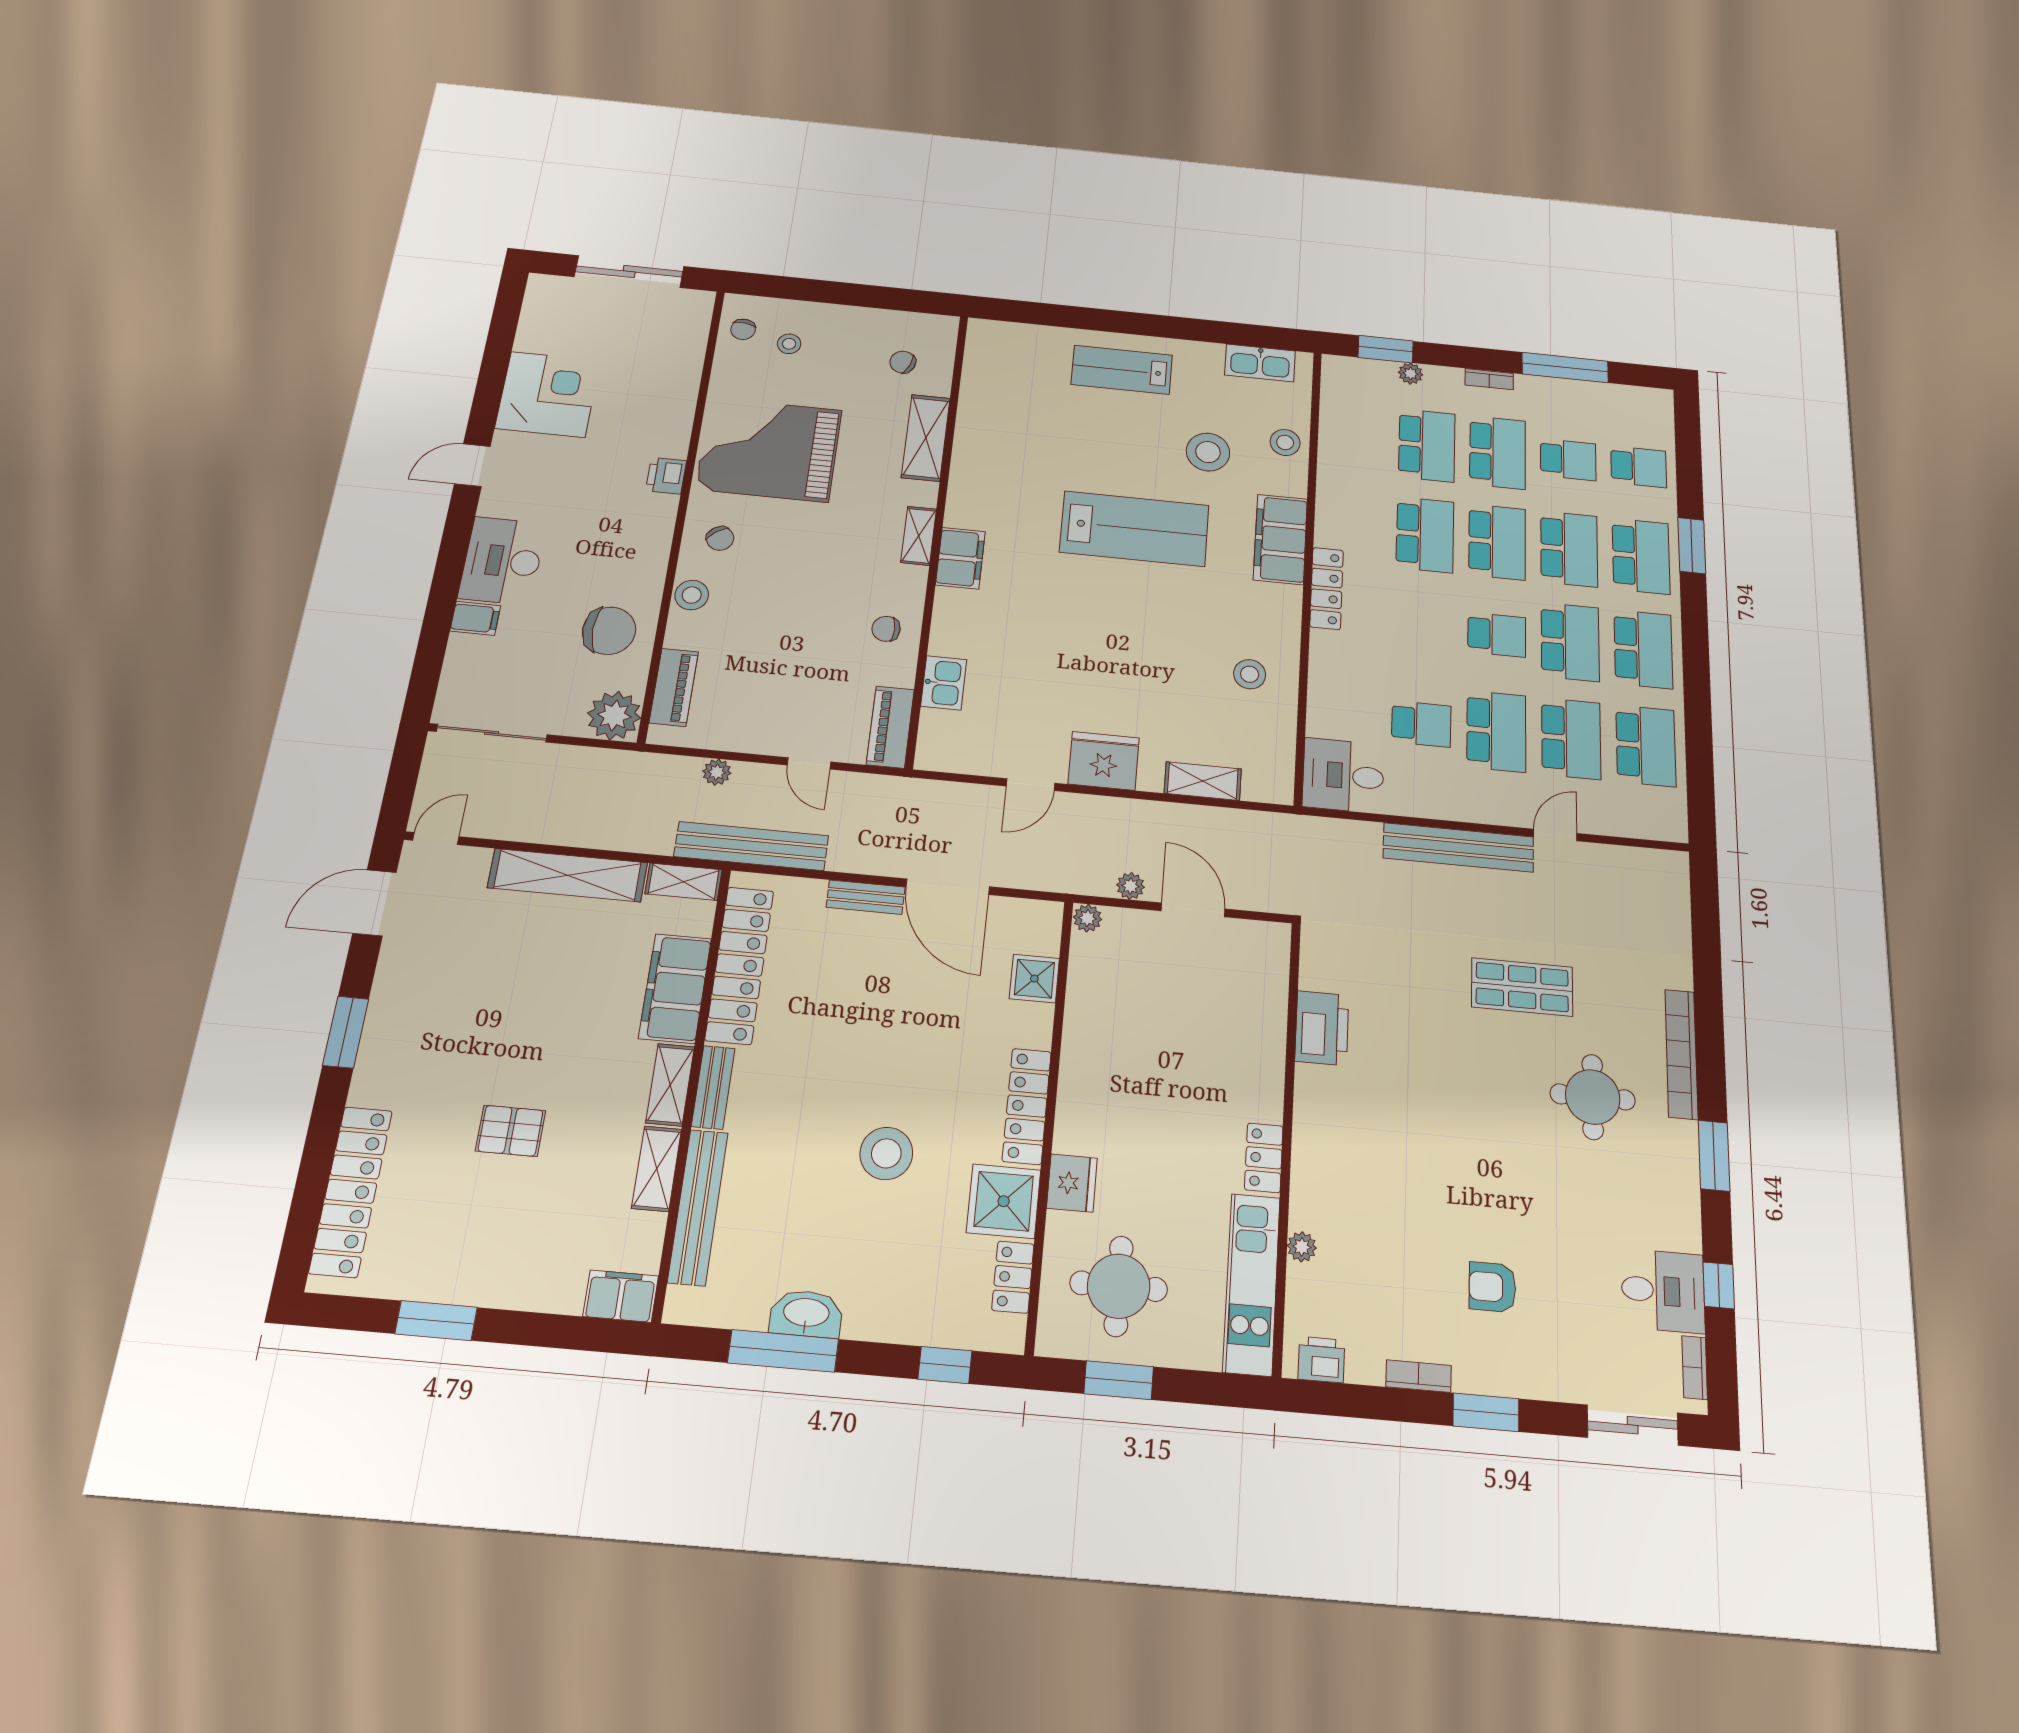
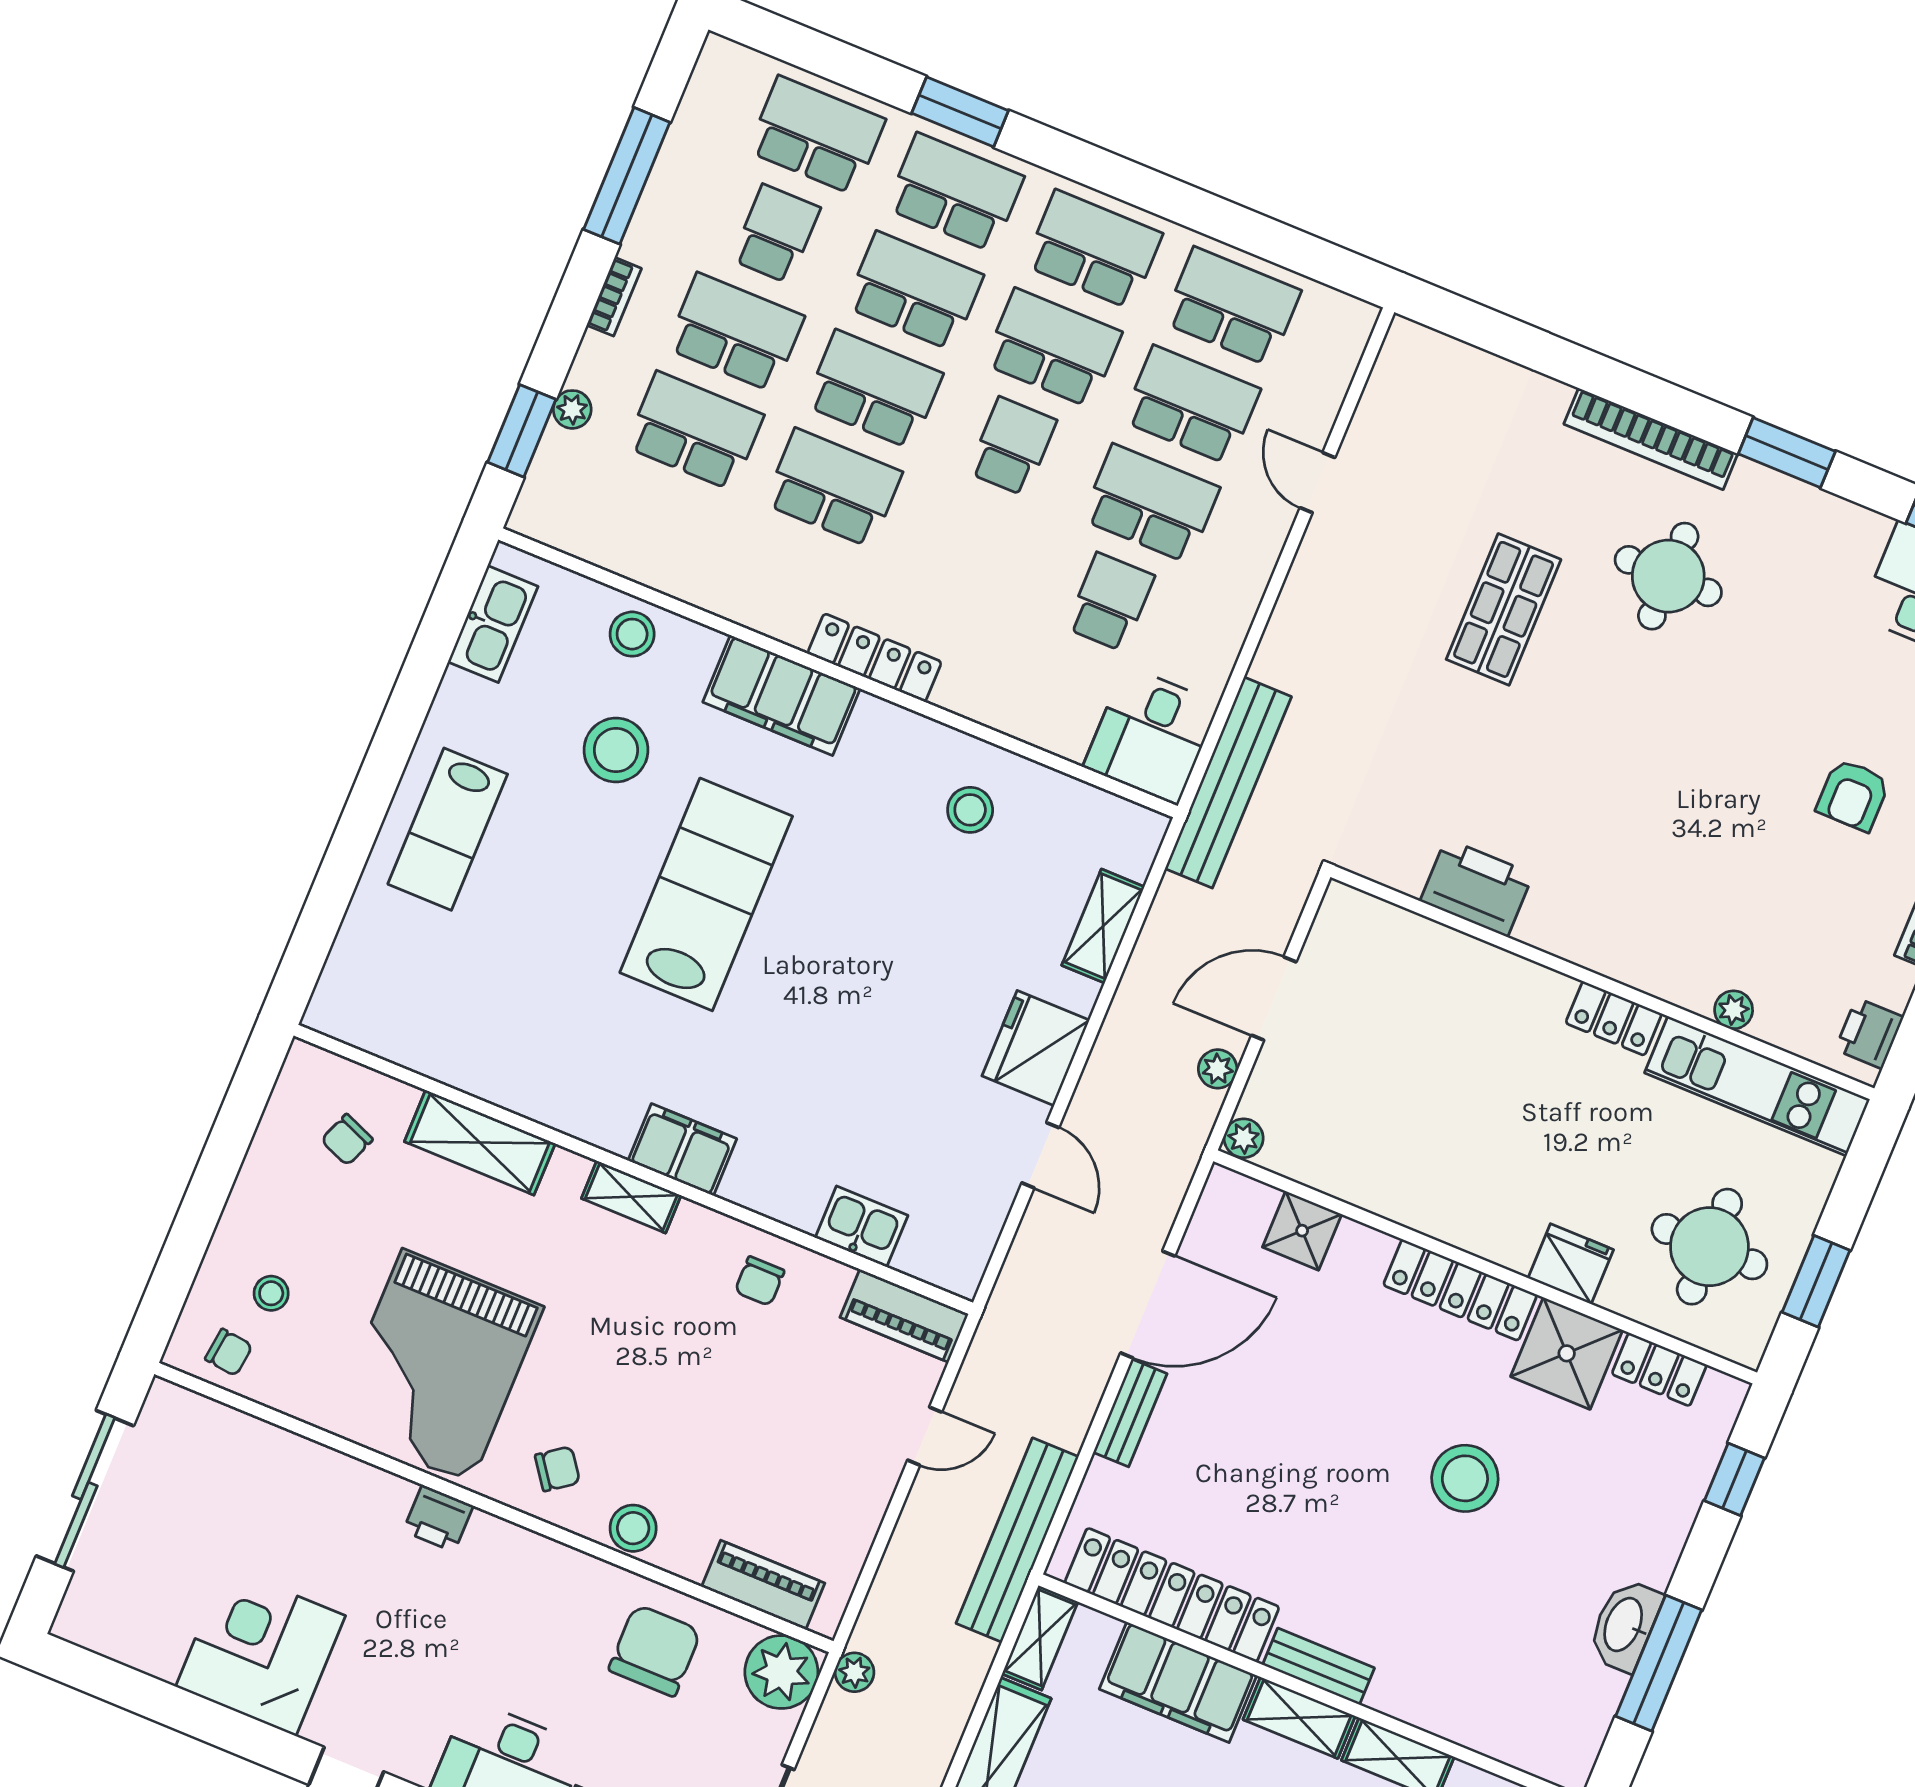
school desk: (1639, 467) -> (817, 135), width x1.85
plant: (717, 772) -> (854, 1672), moved
bench: (1458, 847) -> (1228, 783), moved
bench: (698, 1207) -> (1459, 1721), removed

